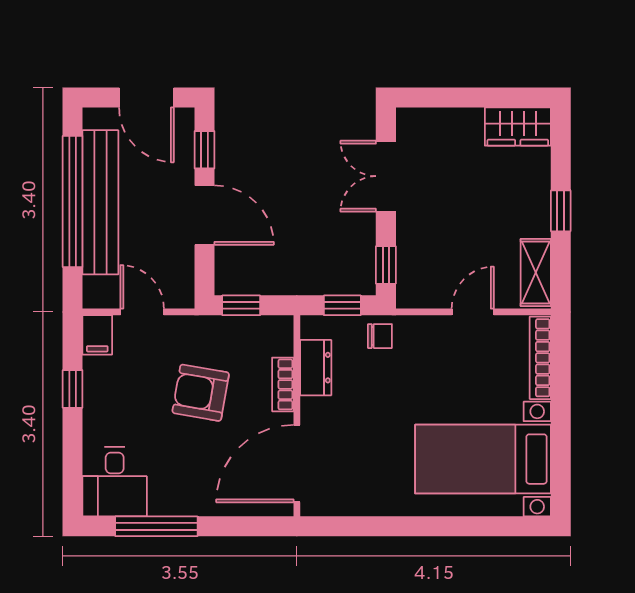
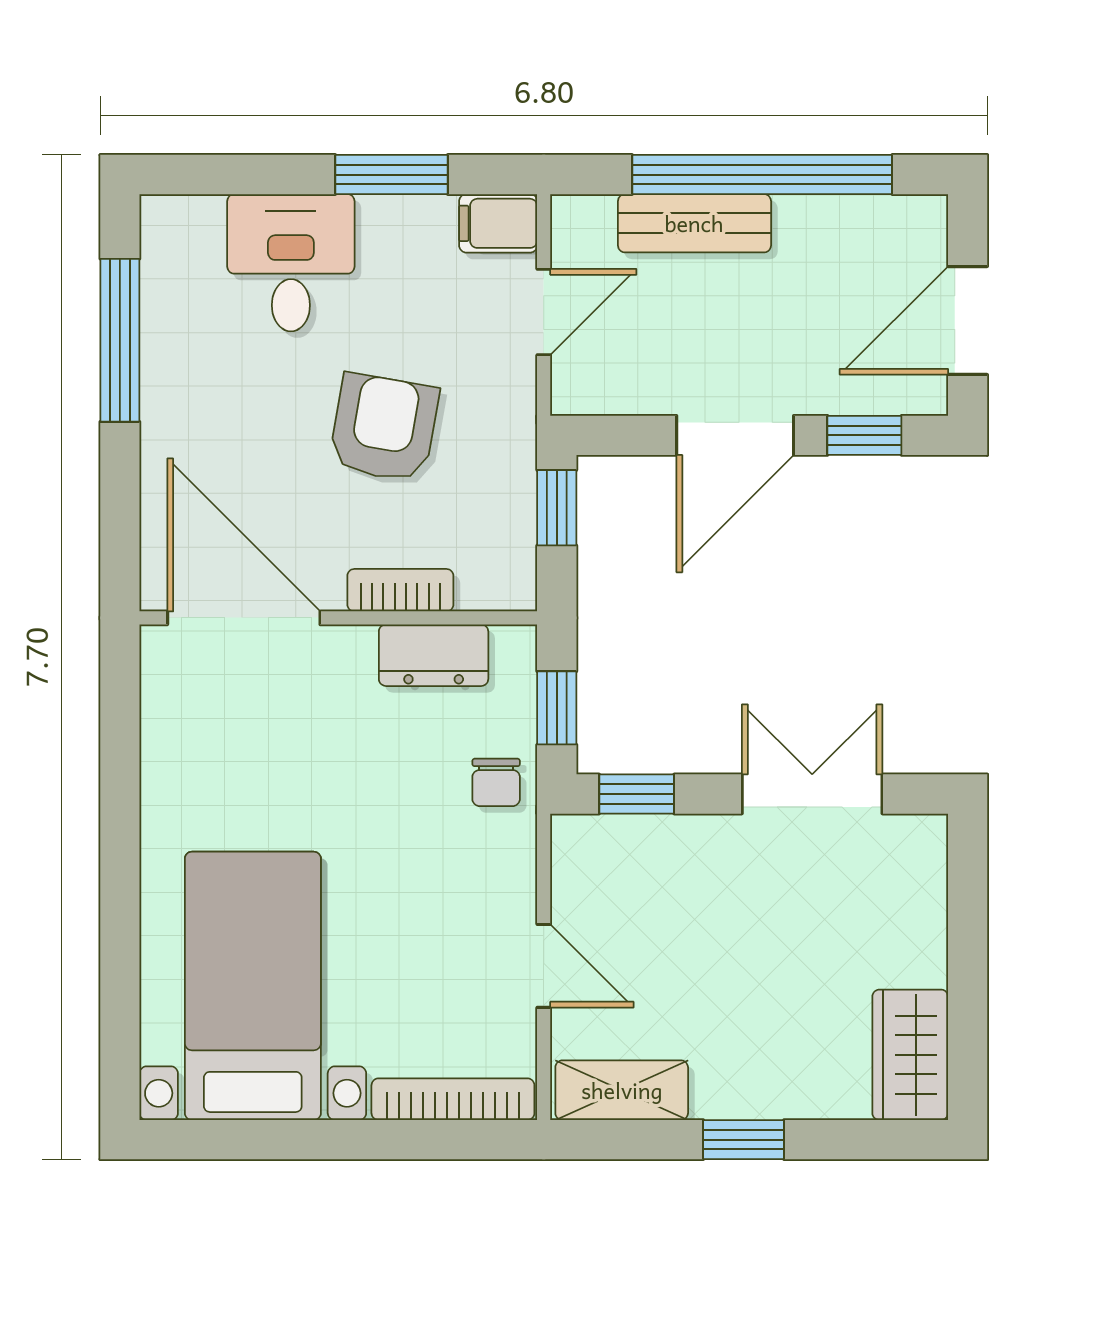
bench: (100, 202) -> (694, 223), width x0.54, depth x0.82
window: (73, 389) -> (391, 175), width x1.50
desk: (115, 482) -> (291, 263), moved, turned 90

